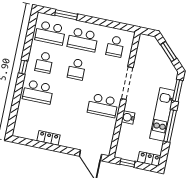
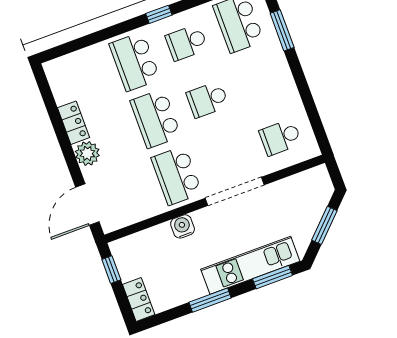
school desk: (83, 40) -> (156, 119), moved
kitchen unit: (162, 114) -> (250, 265), moved
window: (170, 126) -> (210, 300), width x0.69
plant: (67, 140) -> (87, 153), added

